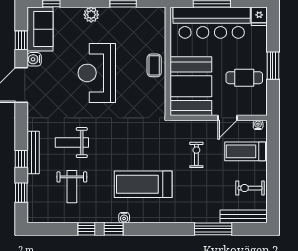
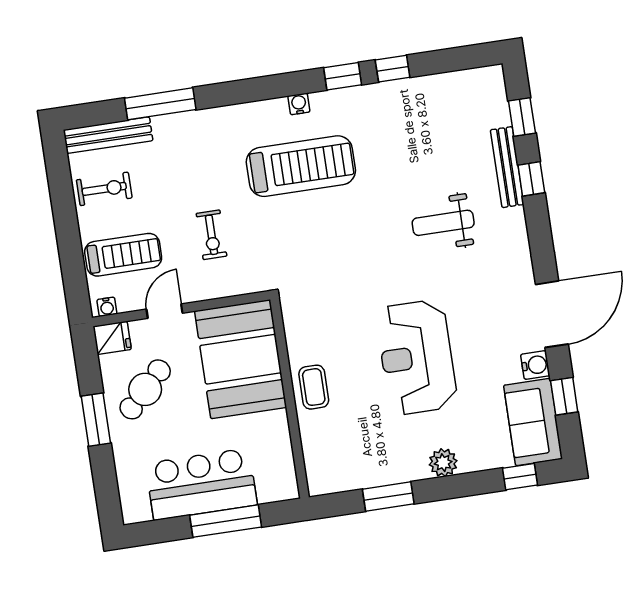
fridge: (259, 16) -> (112, 338), moved, turned 90
bar counter: (212, 23) -> (201, 484), width x0.73
reception desk: (97, 73) -> (417, 357), turned 180
cafe table: (244, 78) -> (145, 389), turned -45
weight bench: (72, 143) -> (443, 223), turned 180
bench: (33, 153) -> (507, 167), moved
weight bench: (72, 187) -> (431, 142), removed
water cooler: (124, 218) -> (299, 104), moved

